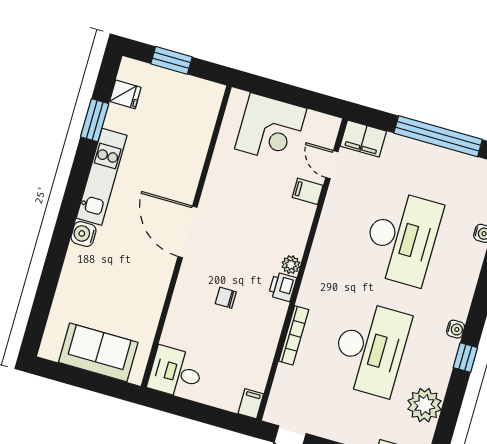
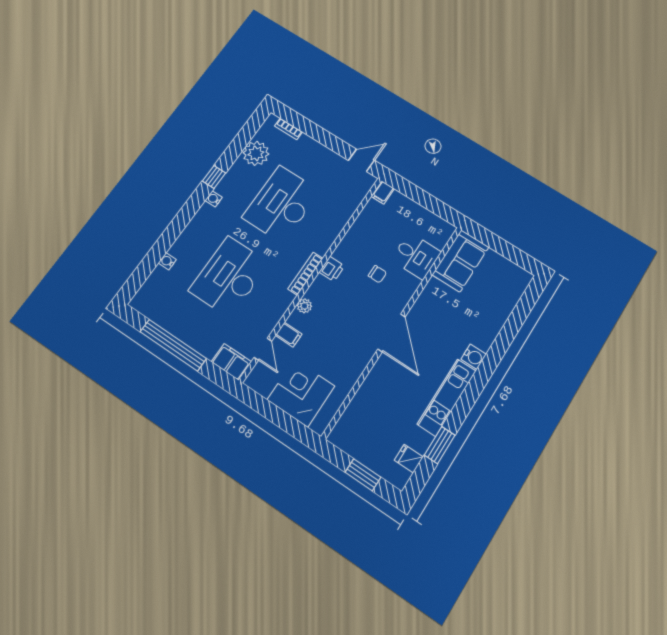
plant: (291, 265) -> (304, 306), moved
bookcase: (294, 335) -> (305, 274), moved
sofa: (98, 352) -> (461, 261), moved, turned -90
desk: (176, 372) -> (416, 256), moved

